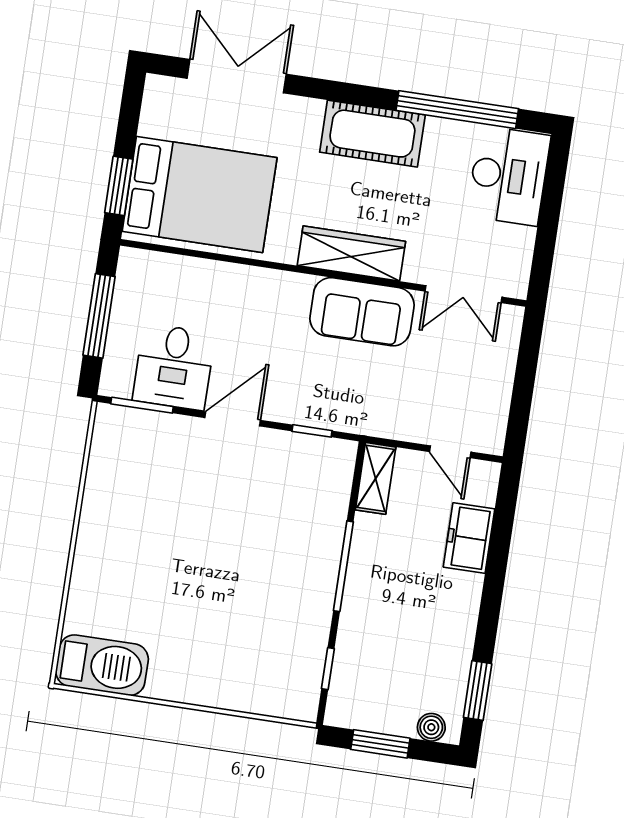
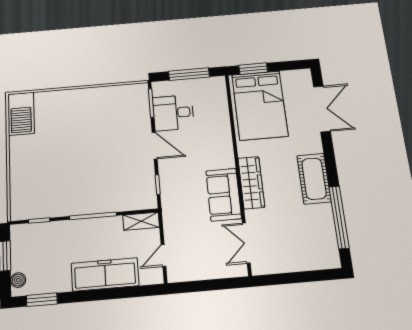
desk: (509, 176) -> (313, 251), removed
freezer: (469, 538) -> (105, 274), width x1.91, depth x1.26

